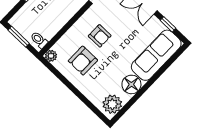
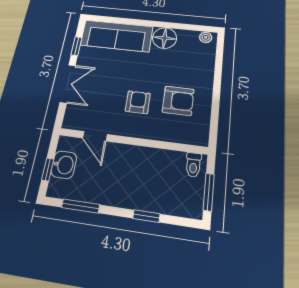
plant: (51, 56) -> (201, 138), removed
plant: (112, 104) -> (206, 37), width x0.53, depth x0.53

